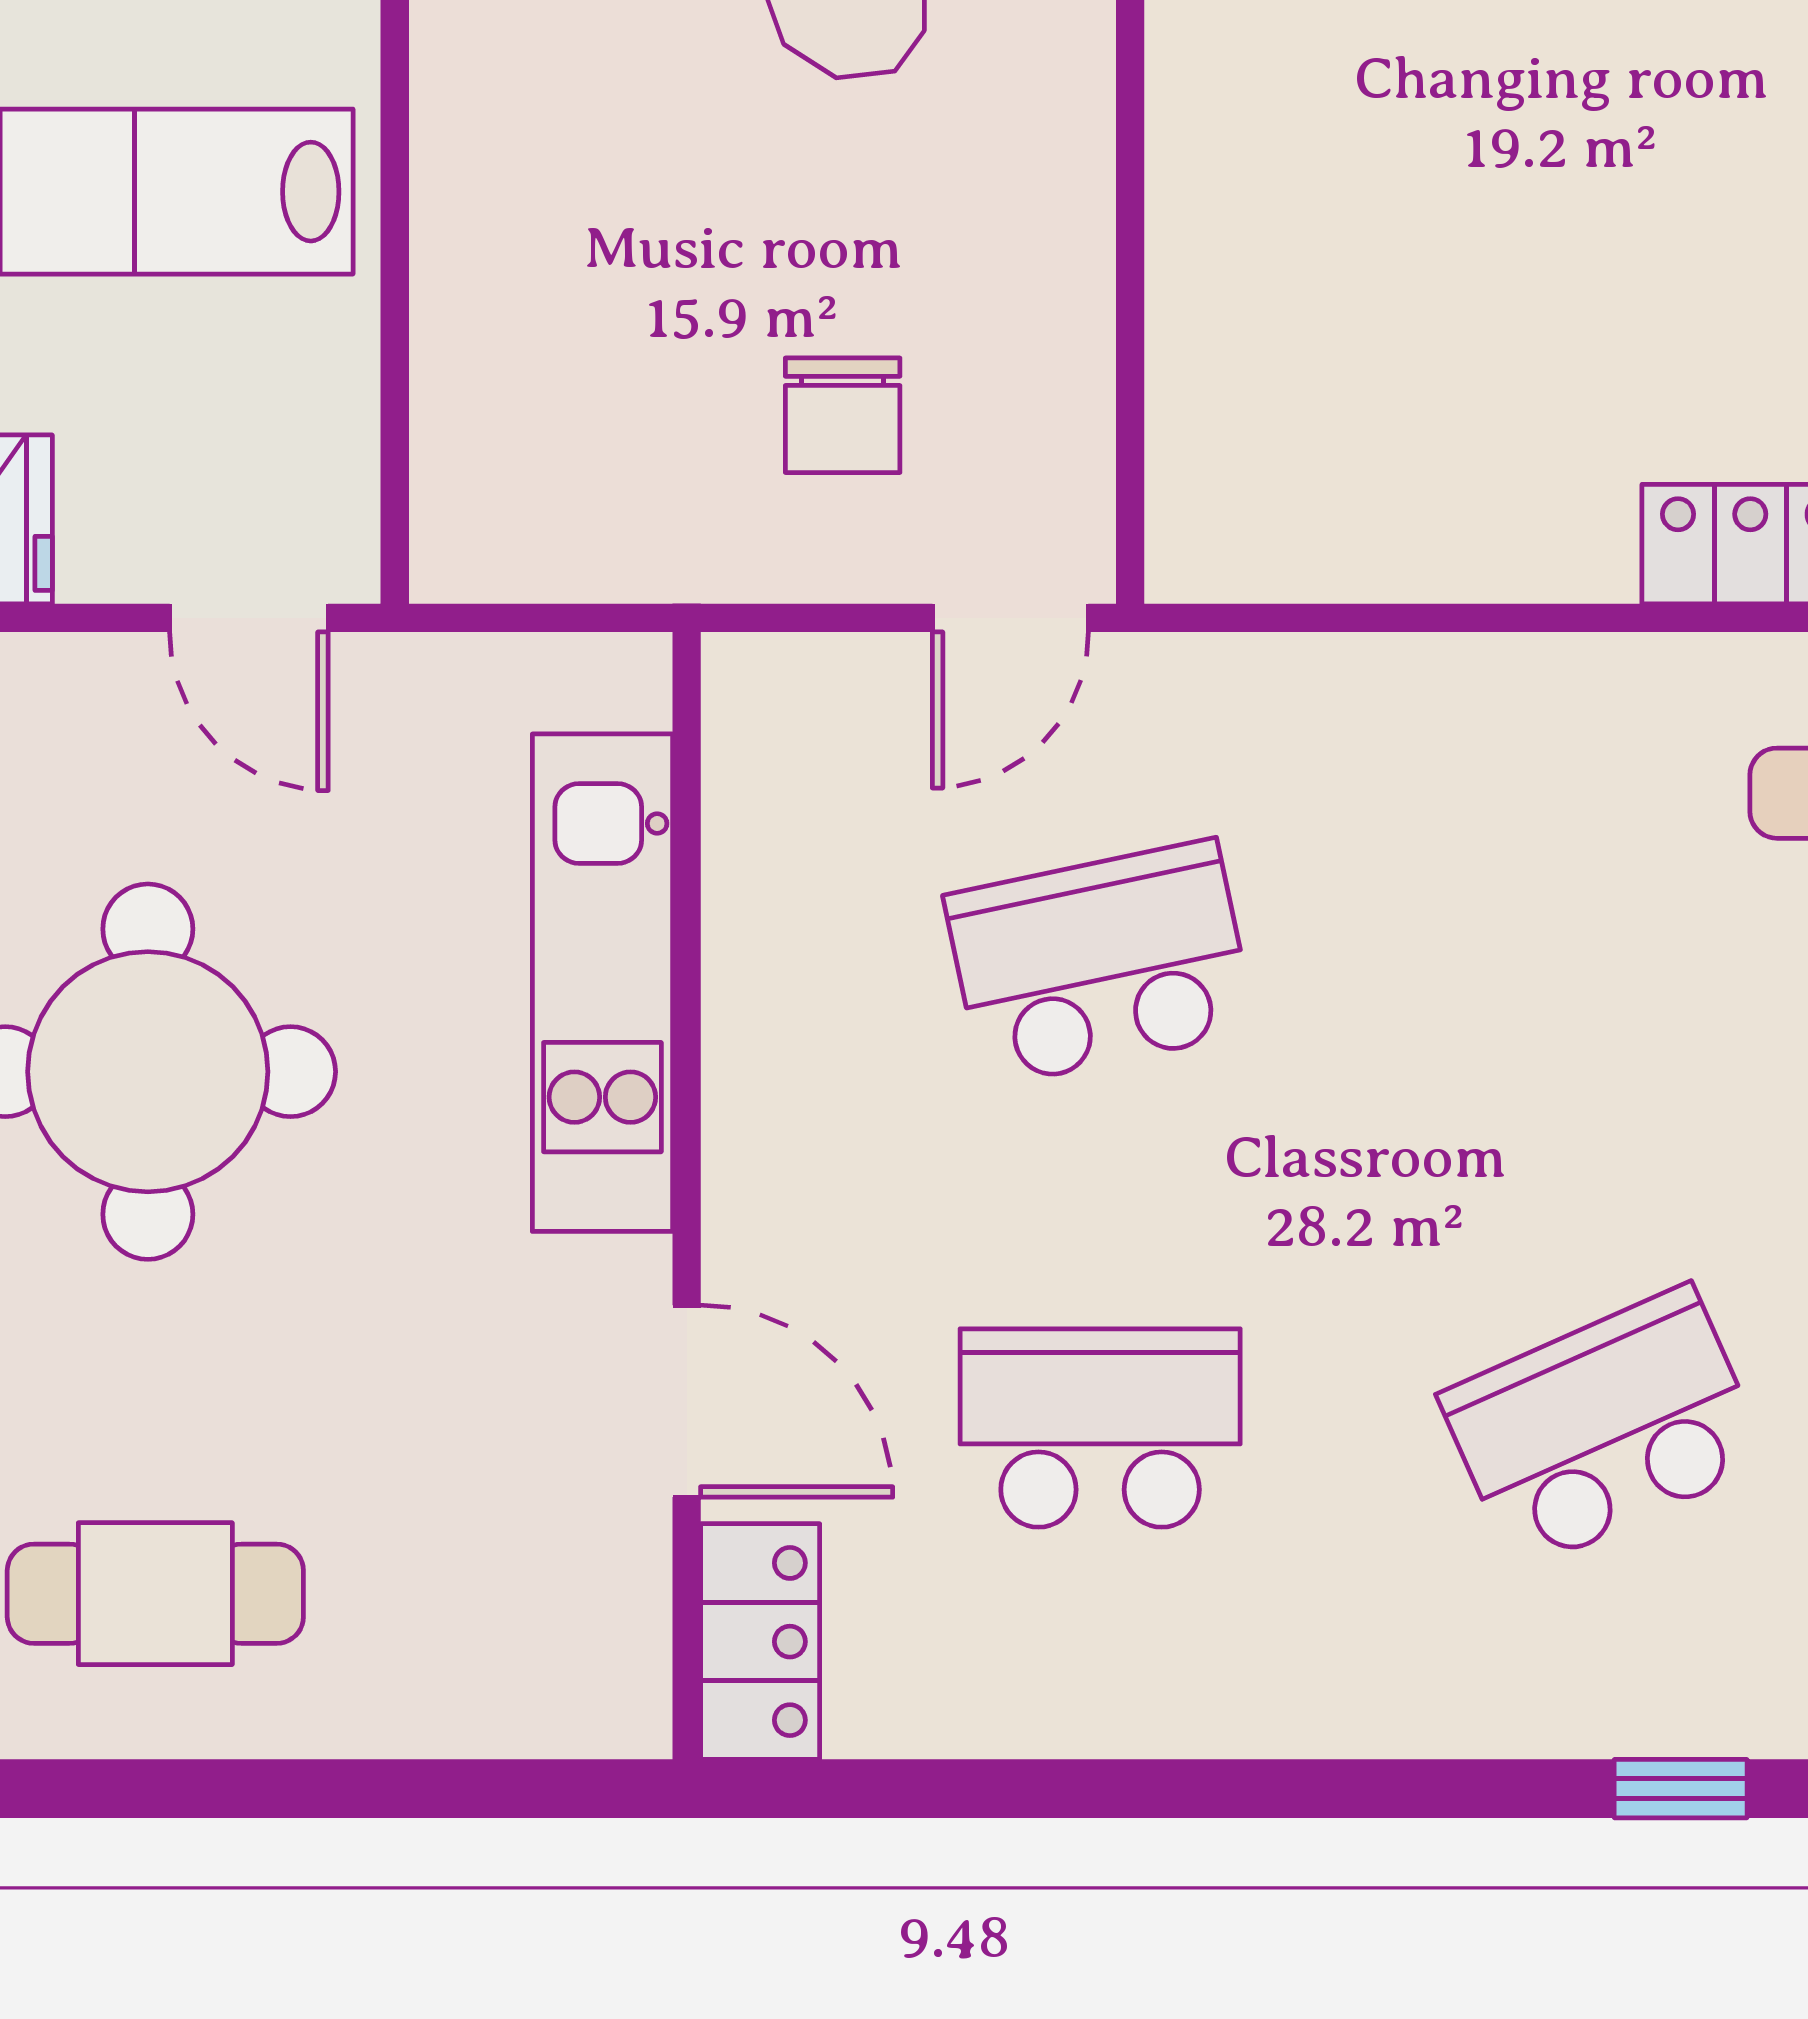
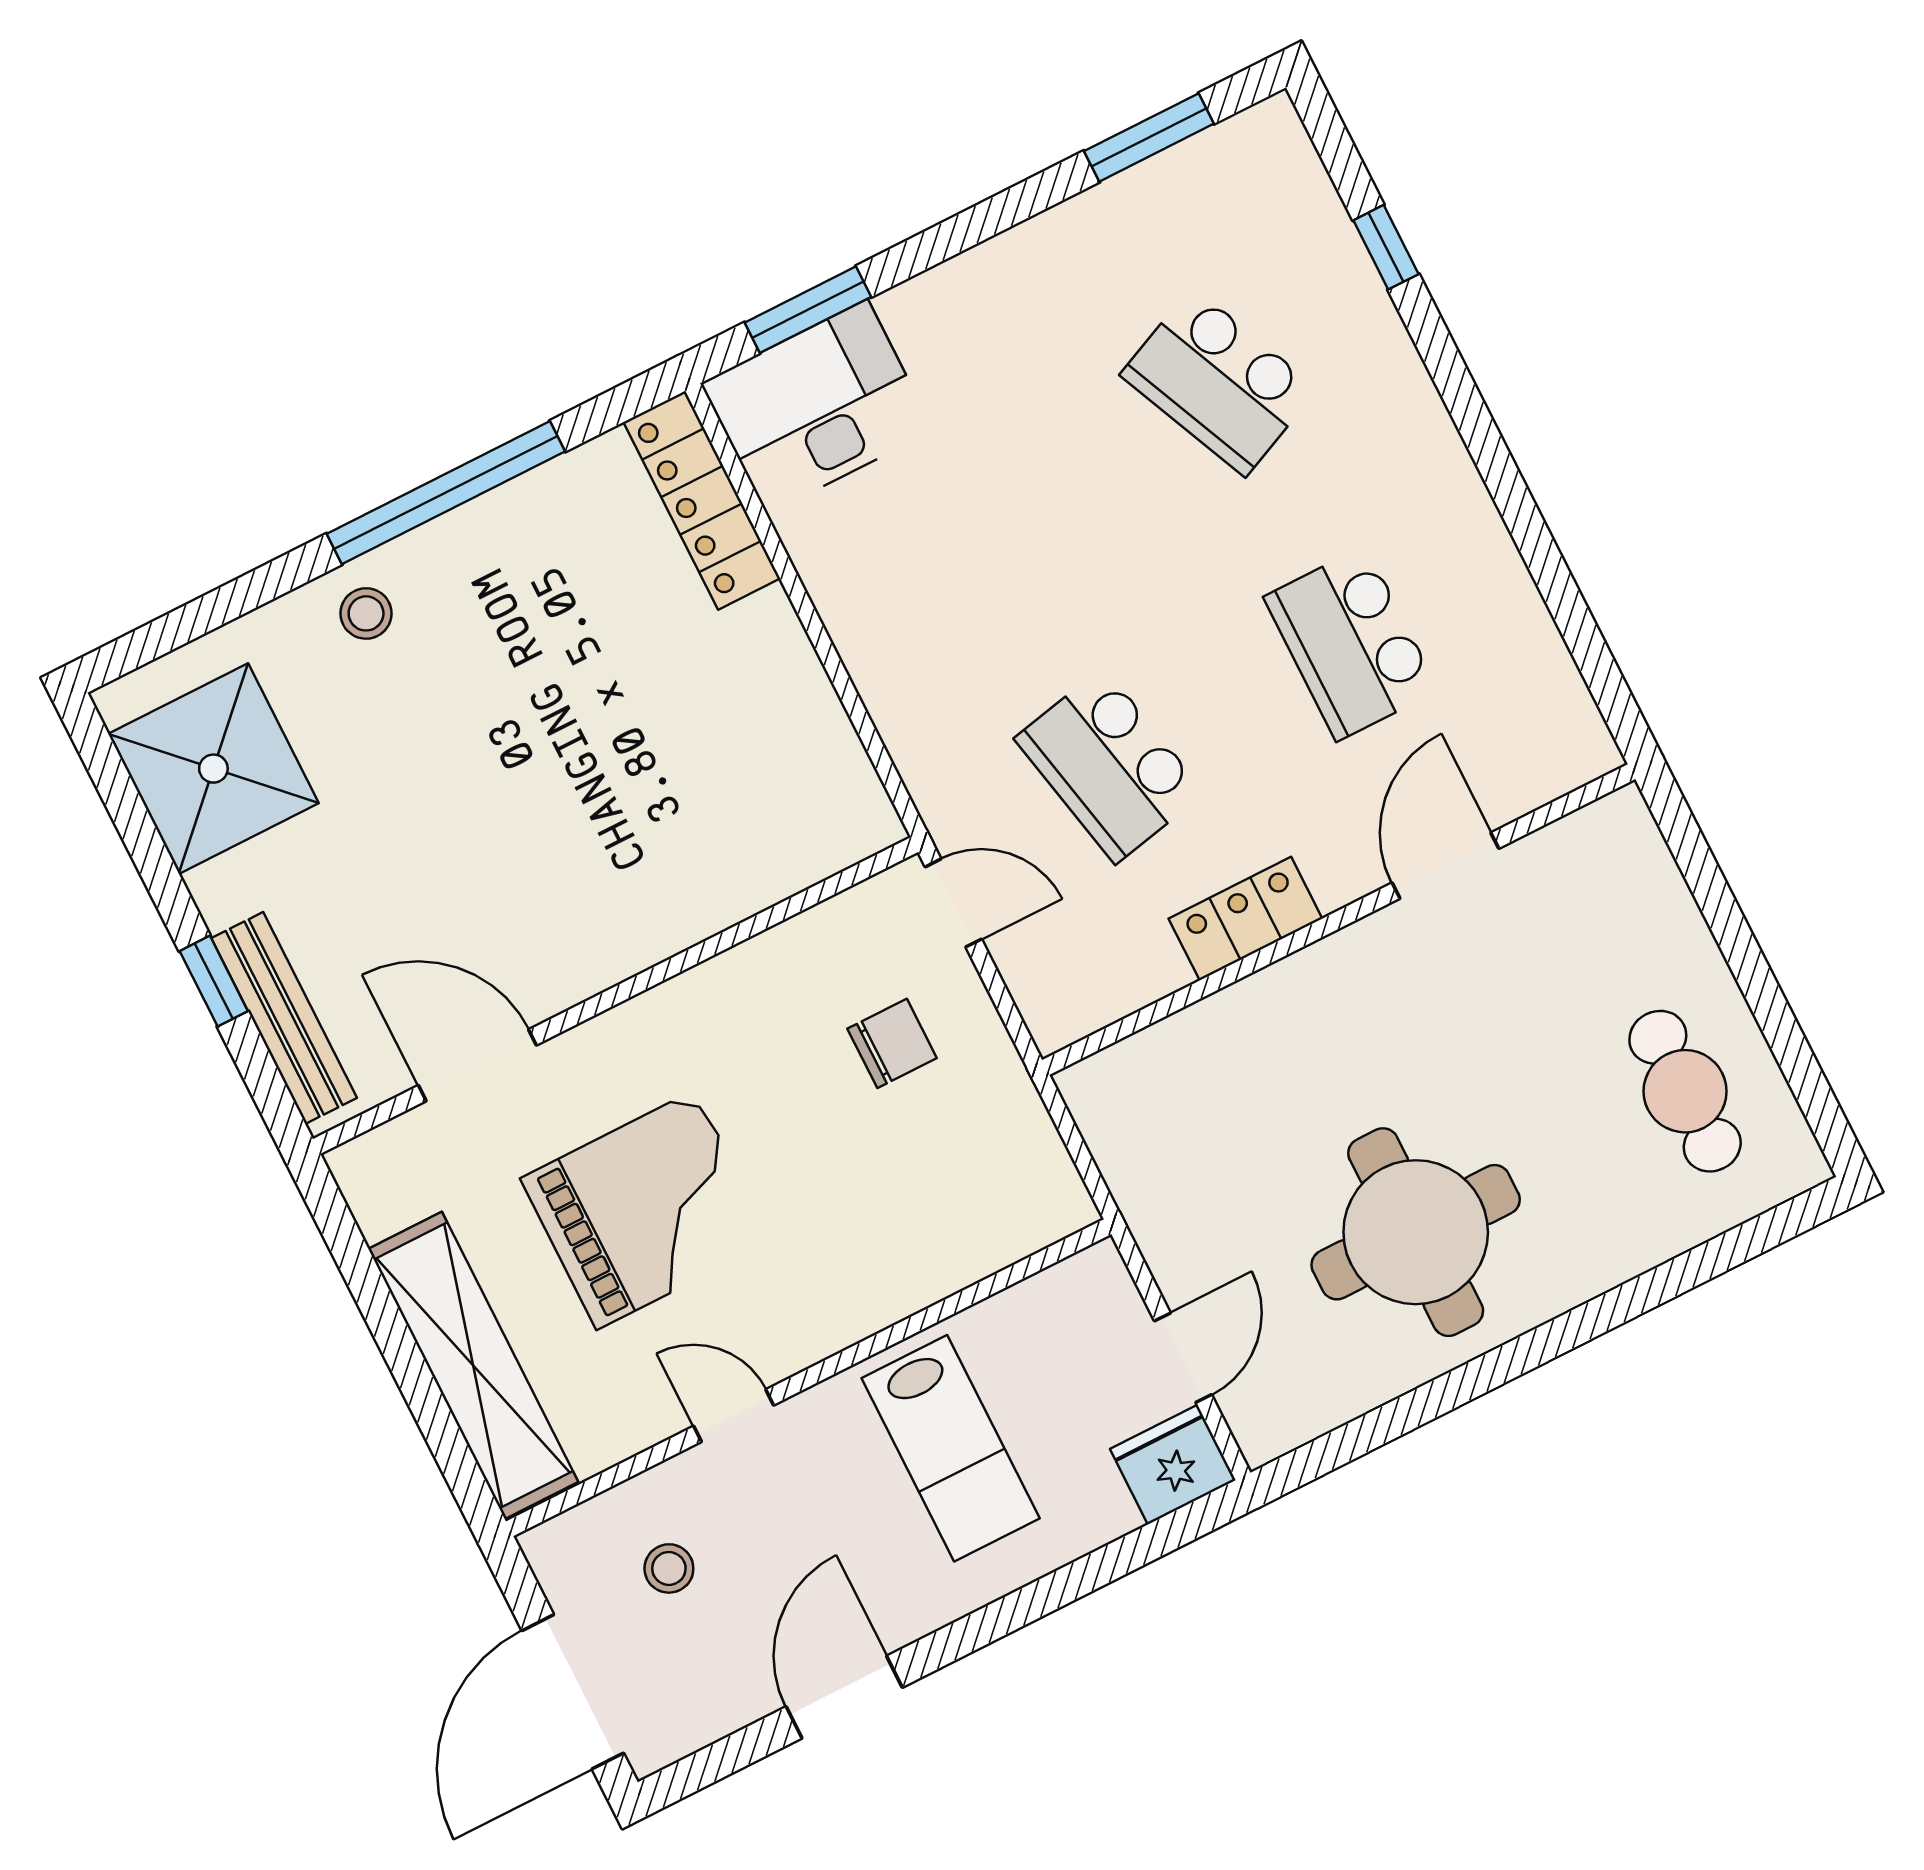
door: (249, 618) -> (1183, 1358), moved
kitchen unit: (602, 983) -> (1250, 1019), removed
locker: (760, 1642) -> (1245, 919), moved

